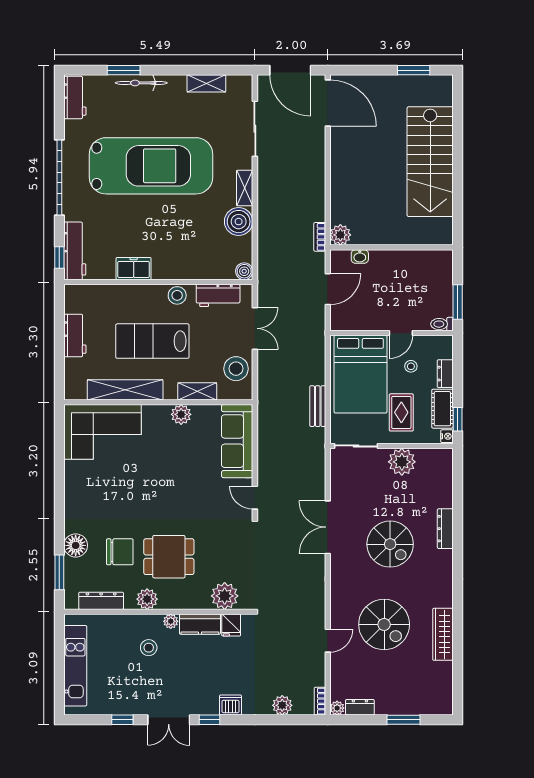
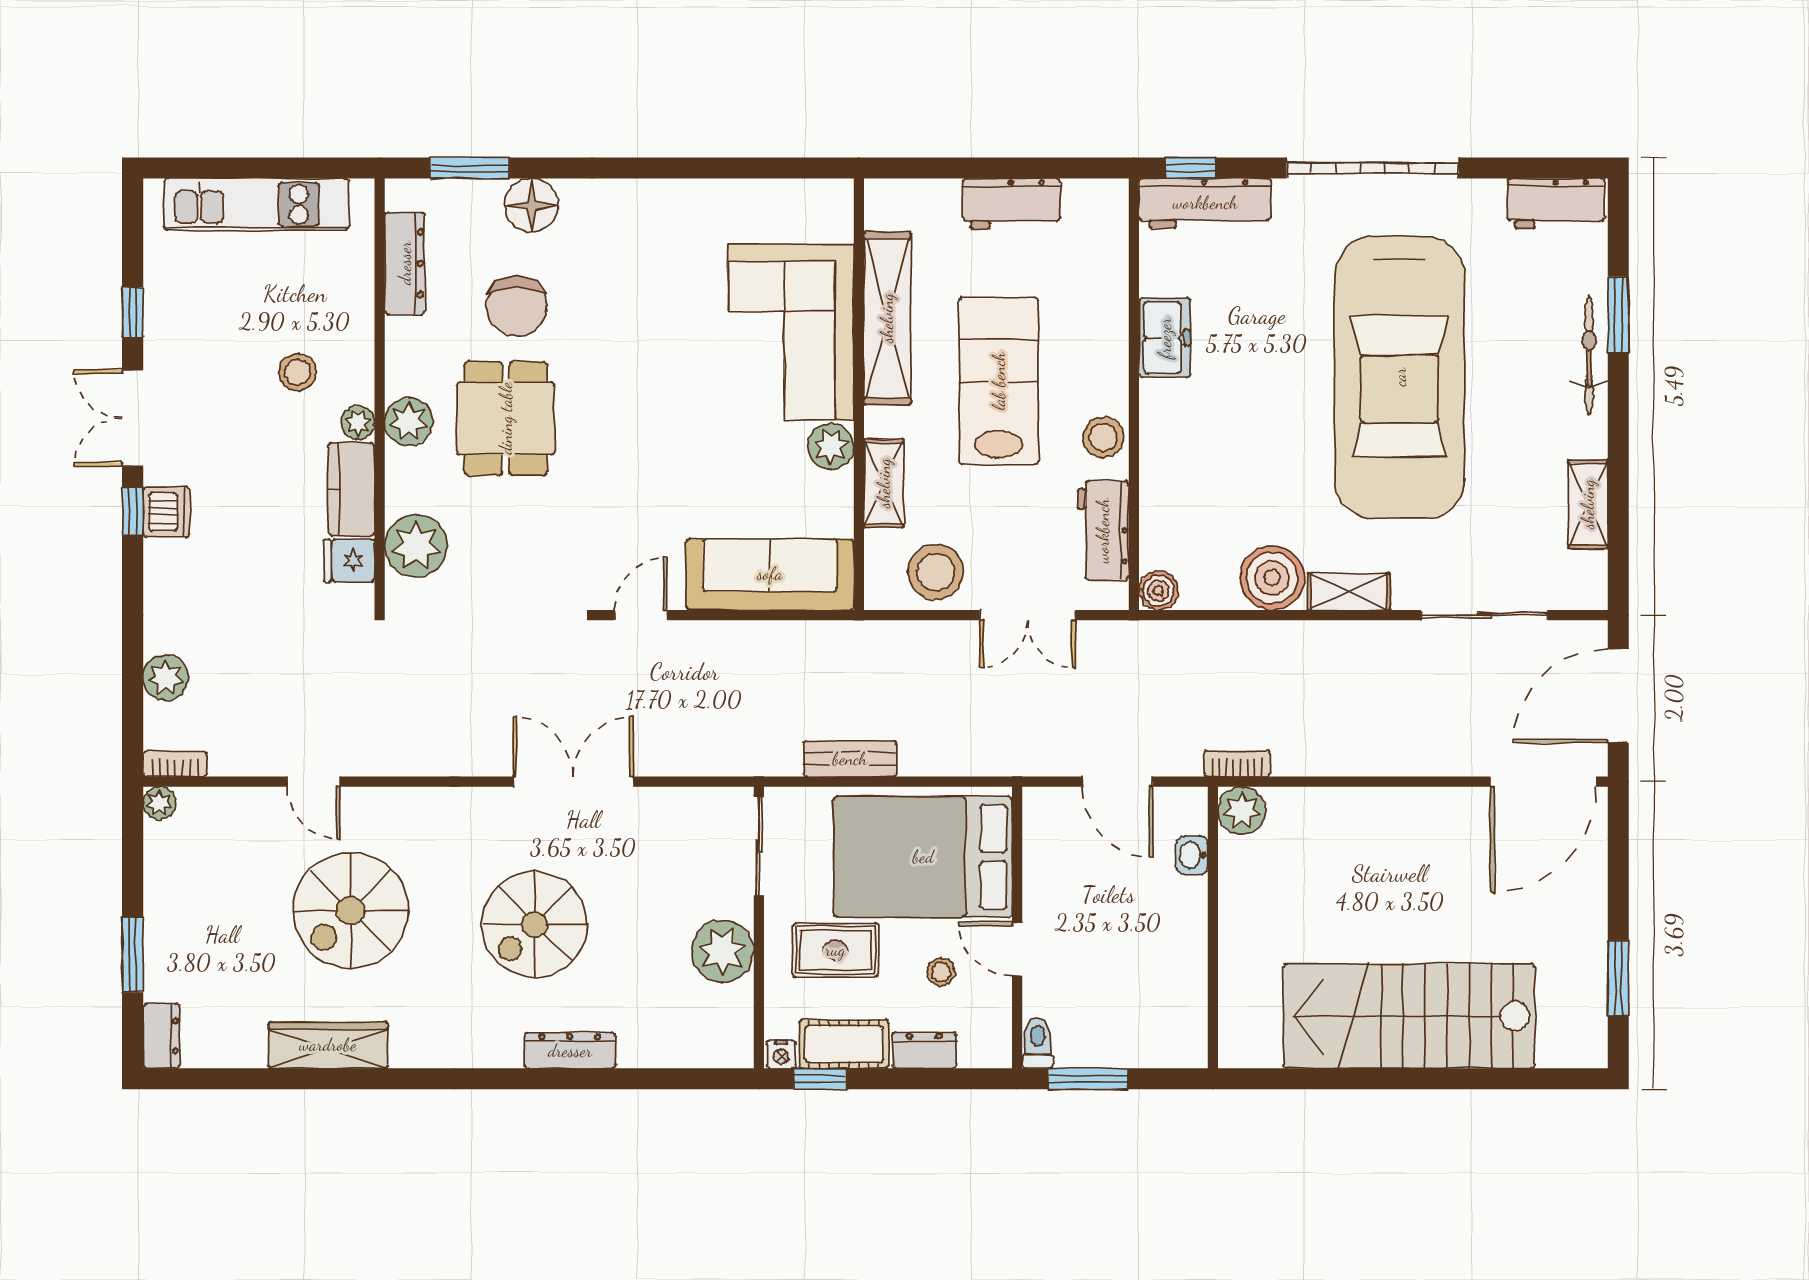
corner sofa: (102, 432) -> (791, 332), moved
plant: (147, 599) -> (409, 422), moved
dishwasher: (231, 705) -> (166, 512), moved
dresser: (360, 707) -> (161, 1036), moved

